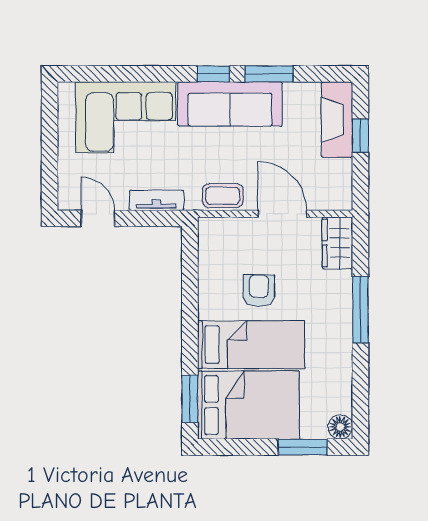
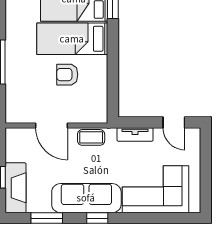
window: (269, 74) -> (47, 218), moved
wardrobe: (337, 243) -> (15, 106), removed
armchair: (259, 291) -> (67, 75), turned 90

